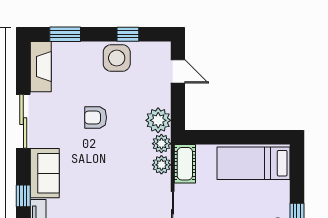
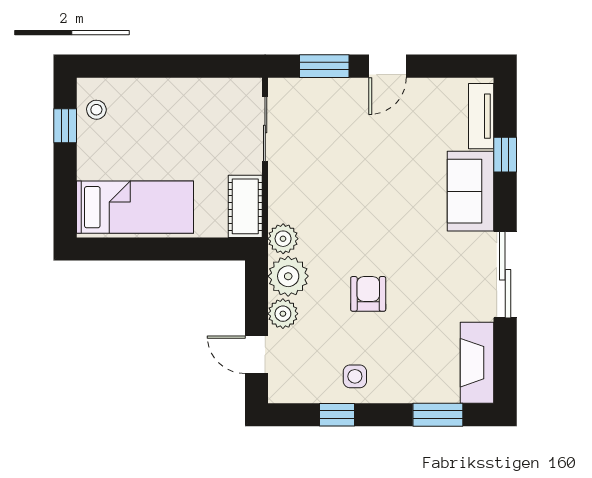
side table: (117, 58) -> (355, 376), width x0.54, depth x0.54
armchair: (96, 118) -> (368, 294), moved, turned -90
plant: (161, 165) -> (283, 314), moved

